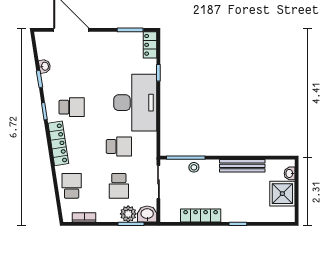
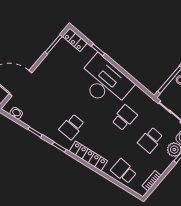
washbasin: (45, 66) -> (16, 113), moved
school desk: (72, 107) -> (72, 127), turned 180
school desk: (119, 186) -> (150, 140), turned 90

